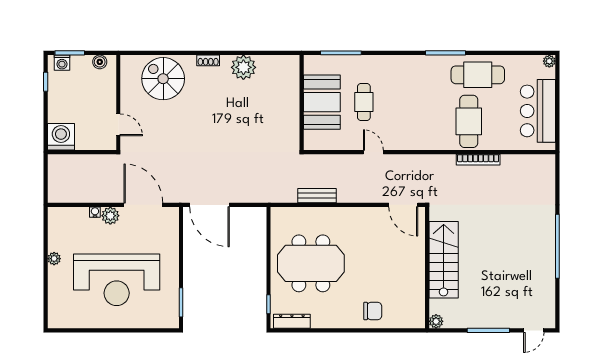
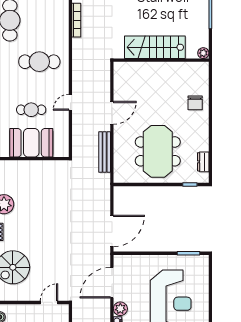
cafe table: (469, 121) -> (39, 62), moved
bench: (317, 196) -> (105, 152), width x1.36
door: (403, 205) -> (112, 113), moved
chair: (373, 311) -> (195, 103), turned 180
dresser: (292, 321) -> (203, 162), width x0.70

